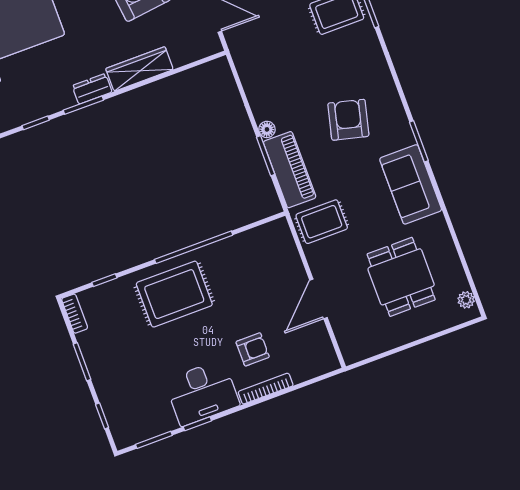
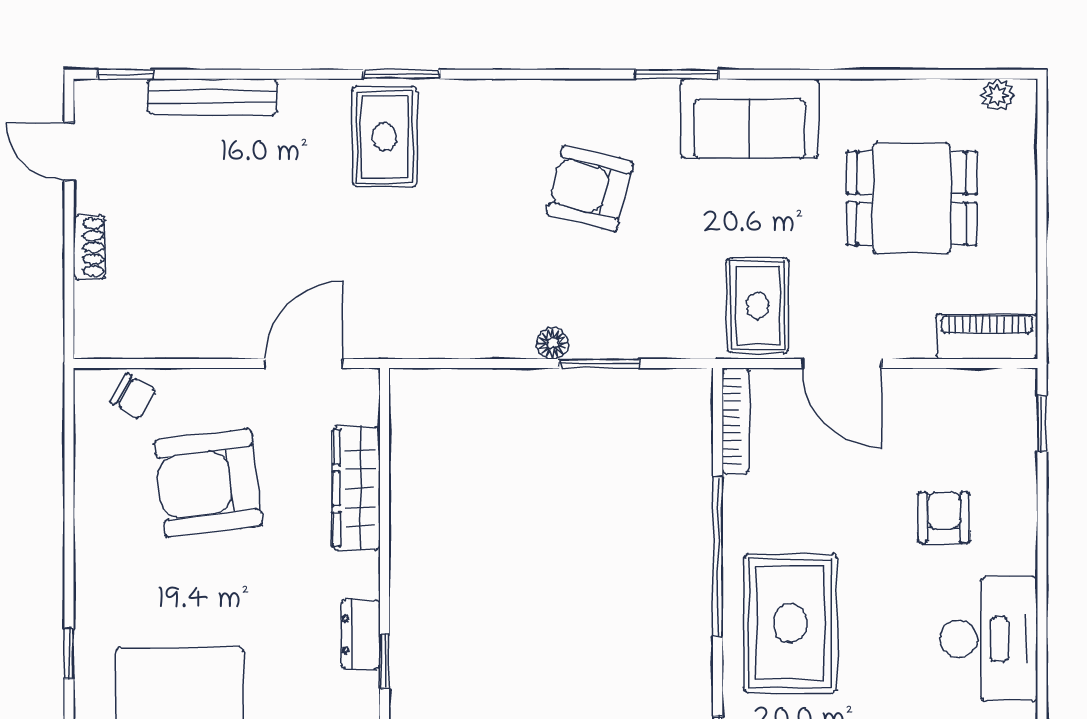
wardrobe: (139, 69) -> (356, 488), moved
window: (83, 105) -> (385, 661), width x0.67
piano: (290, 170) -> (987, 336), moved, width x0.73, depth x0.75
door: (318, 299) -> (842, 364), moved
bookcase: (266, 389) -> (736, 421), moved, turned 180
window: (197, 424) -> (1042, 424), moved

